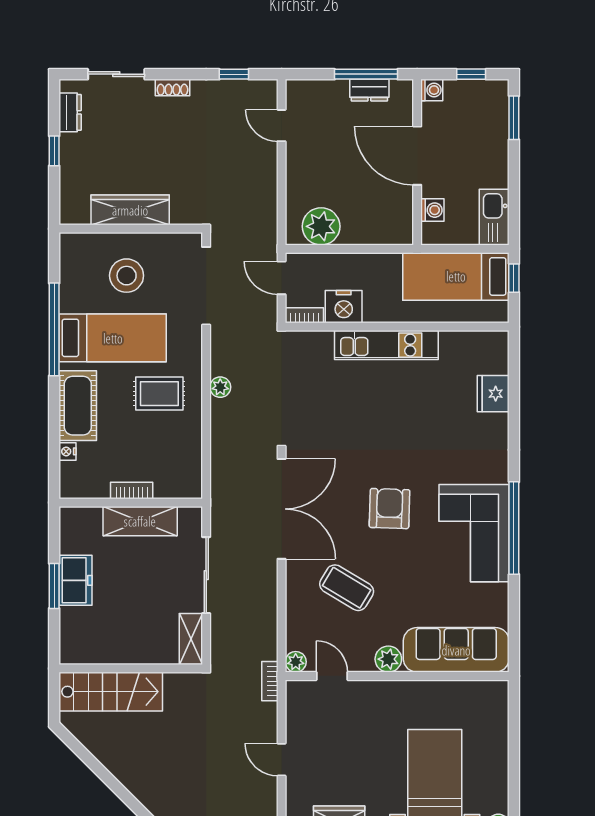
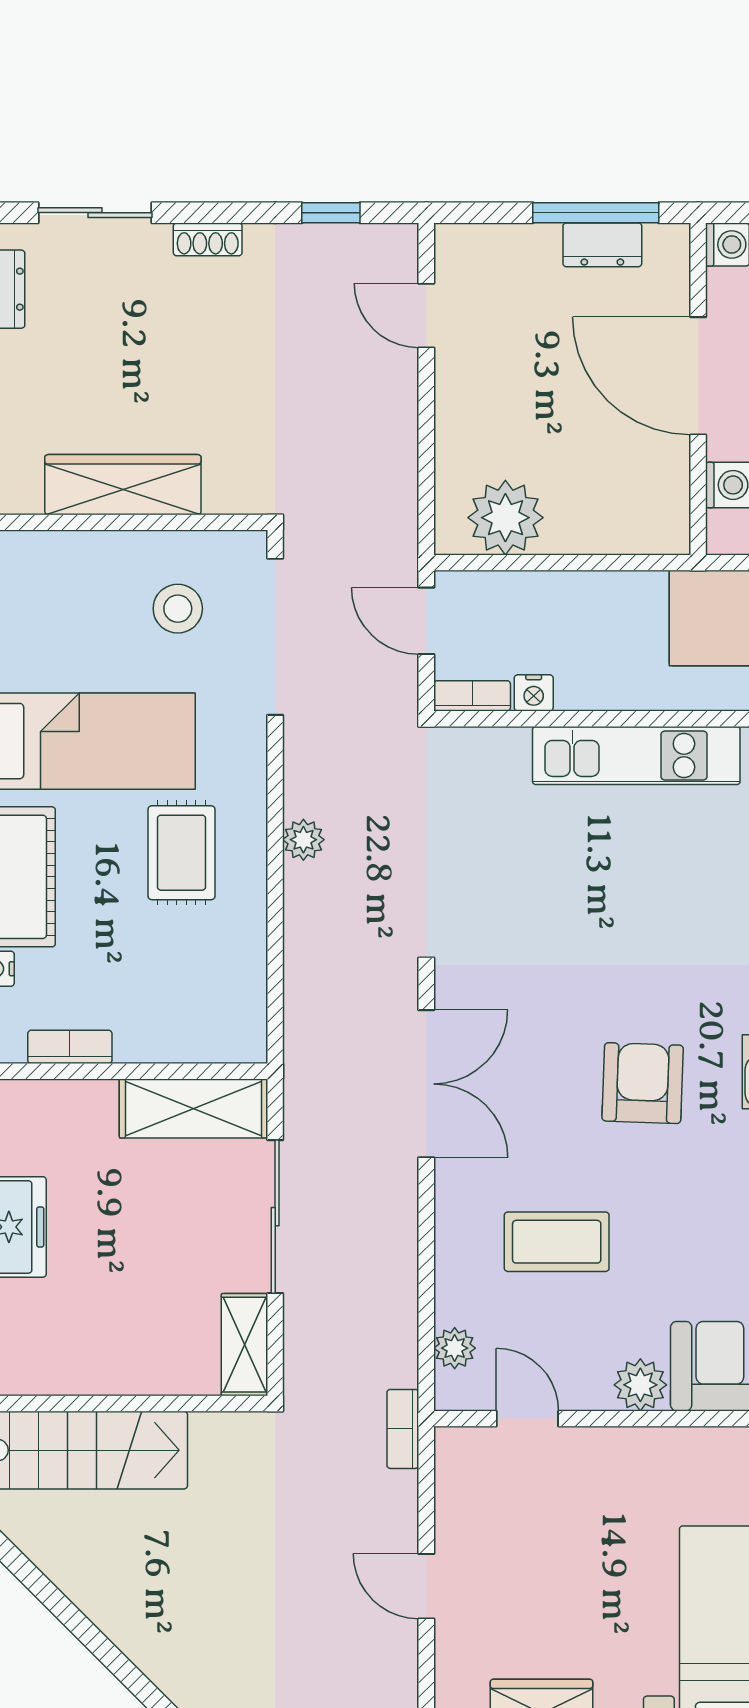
stool: (127, 276) -> (178, 609), moved, width x0.73, depth x0.73
nightstand: (344, 307) -> (534, 693), width x0.53, depth x0.56
rug: (159, 394) -> (182, 853), turned 90
bookcase: (132, 490) -> (70, 1047), moved
double door: (282, 509) -> (426, 1084), width x0.73
shelving: (140, 521) -> (193, 1108), moved
coffee table: (347, 588) -> (557, 1242), turned -31
plant: (296, 662) -> (455, 1348), moved

